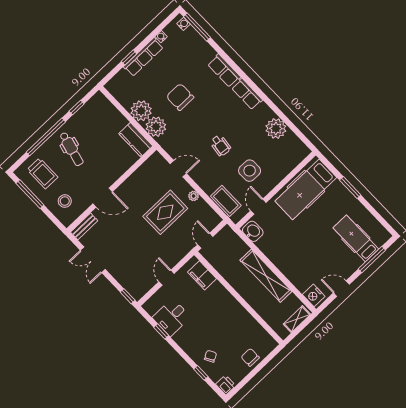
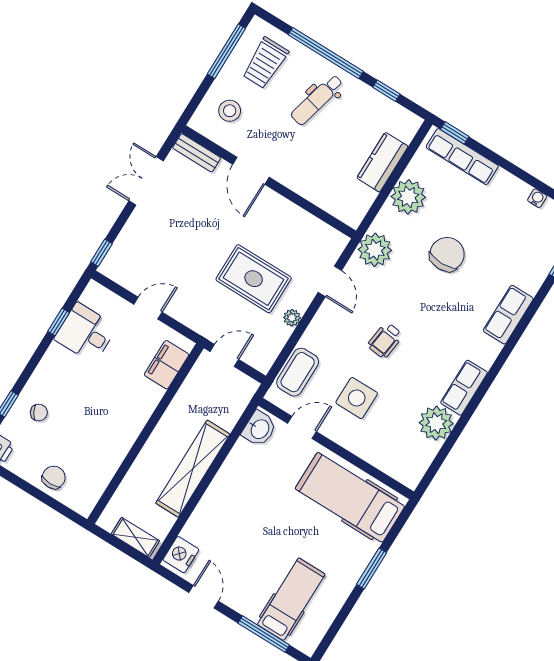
window: (129, 57) -> (455, 133), moved
row of seats: (143, 57) -> (462, 157), moved
row of seats: (247, 94) -> (464, 388), moved
plant: (156, 127) -> (375, 250), moved
kitchen counter: (136, 140) -> (382, 162), moved

